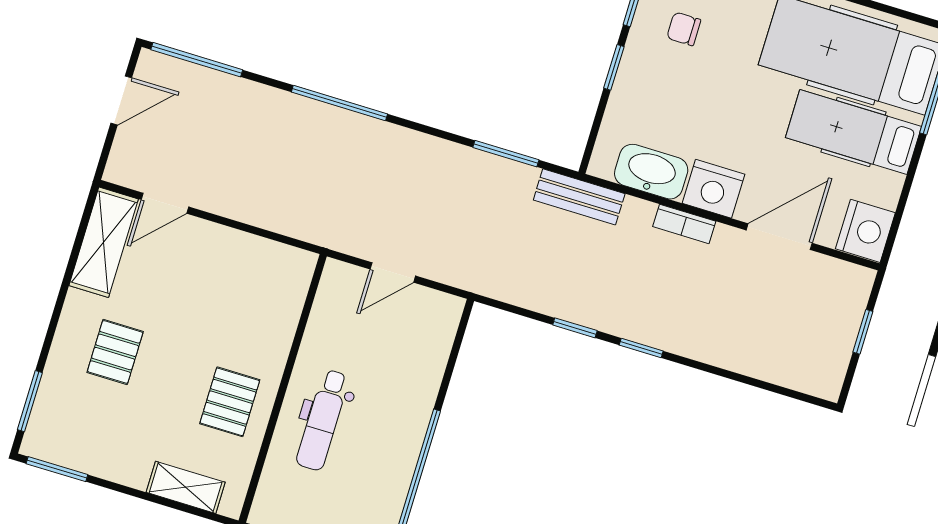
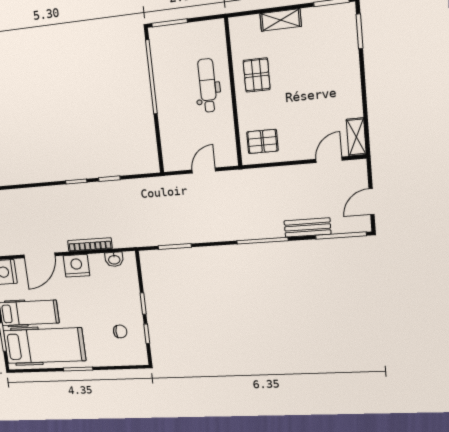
washbasin: (651, 172) -> (114, 259), width x0.52, depth x0.69
bench: (579, 197) -> (307, 227), moved
bookcase: (684, 224) -> (90, 245), width x1.56
shelving: (104, 242) -> (356, 137), width x0.67, depth x0.75
pallet: (115, 352) -> (262, 141), moved, turned 90
shelving: (186, 487) -> (281, 20), moved

